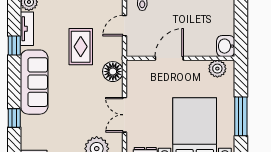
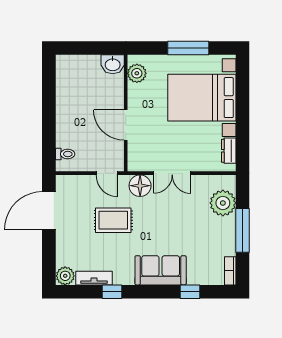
door: (124, 26) -> (107, 173), moved
sofa: (34, 82) -> (161, 270), width x0.73
double door: (124, 115) -> (172, 173), moved

